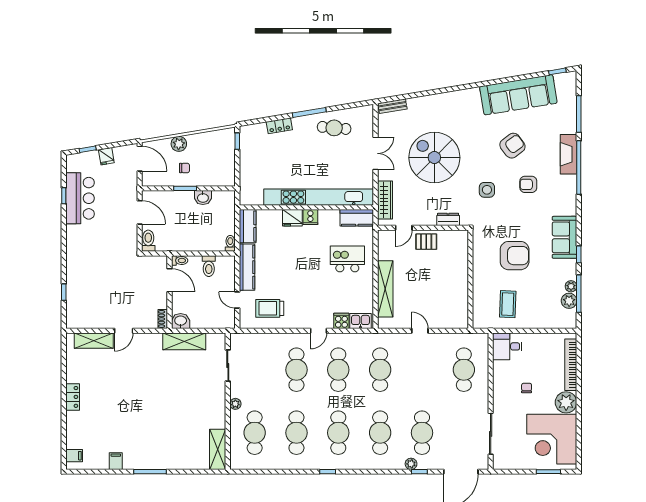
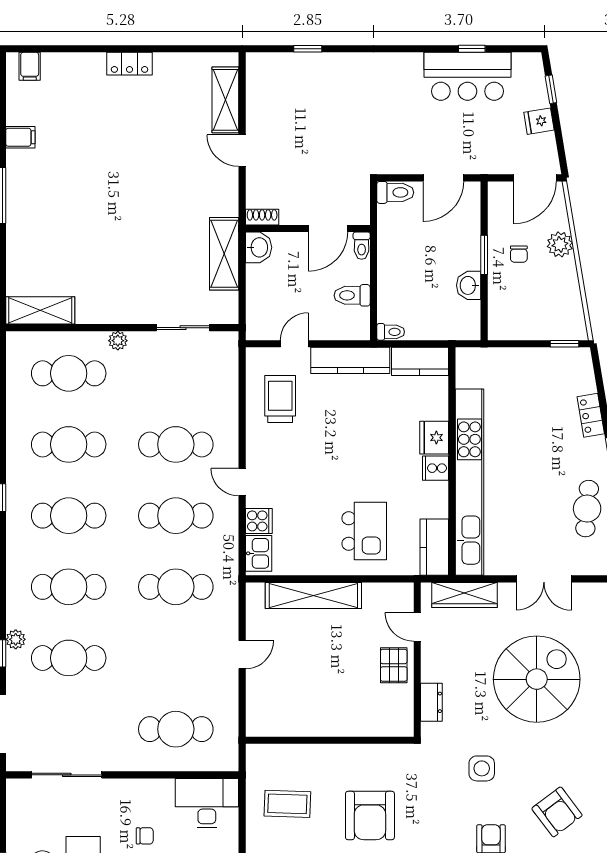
desk: (507, 346) -> (207, 803), width x1.37

